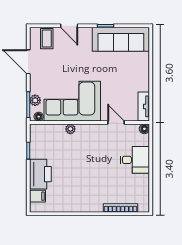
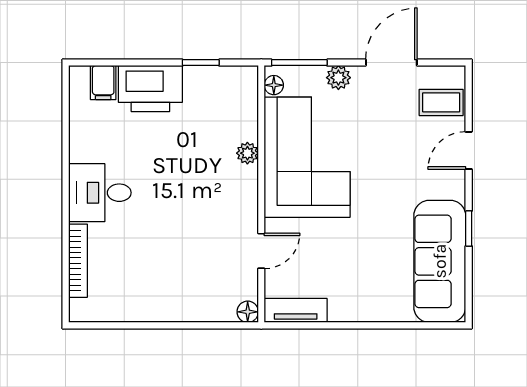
plant: (35, 100) -> (338, 78), moved
desk: (135, 160) -> (100, 193), moved, turned 90

